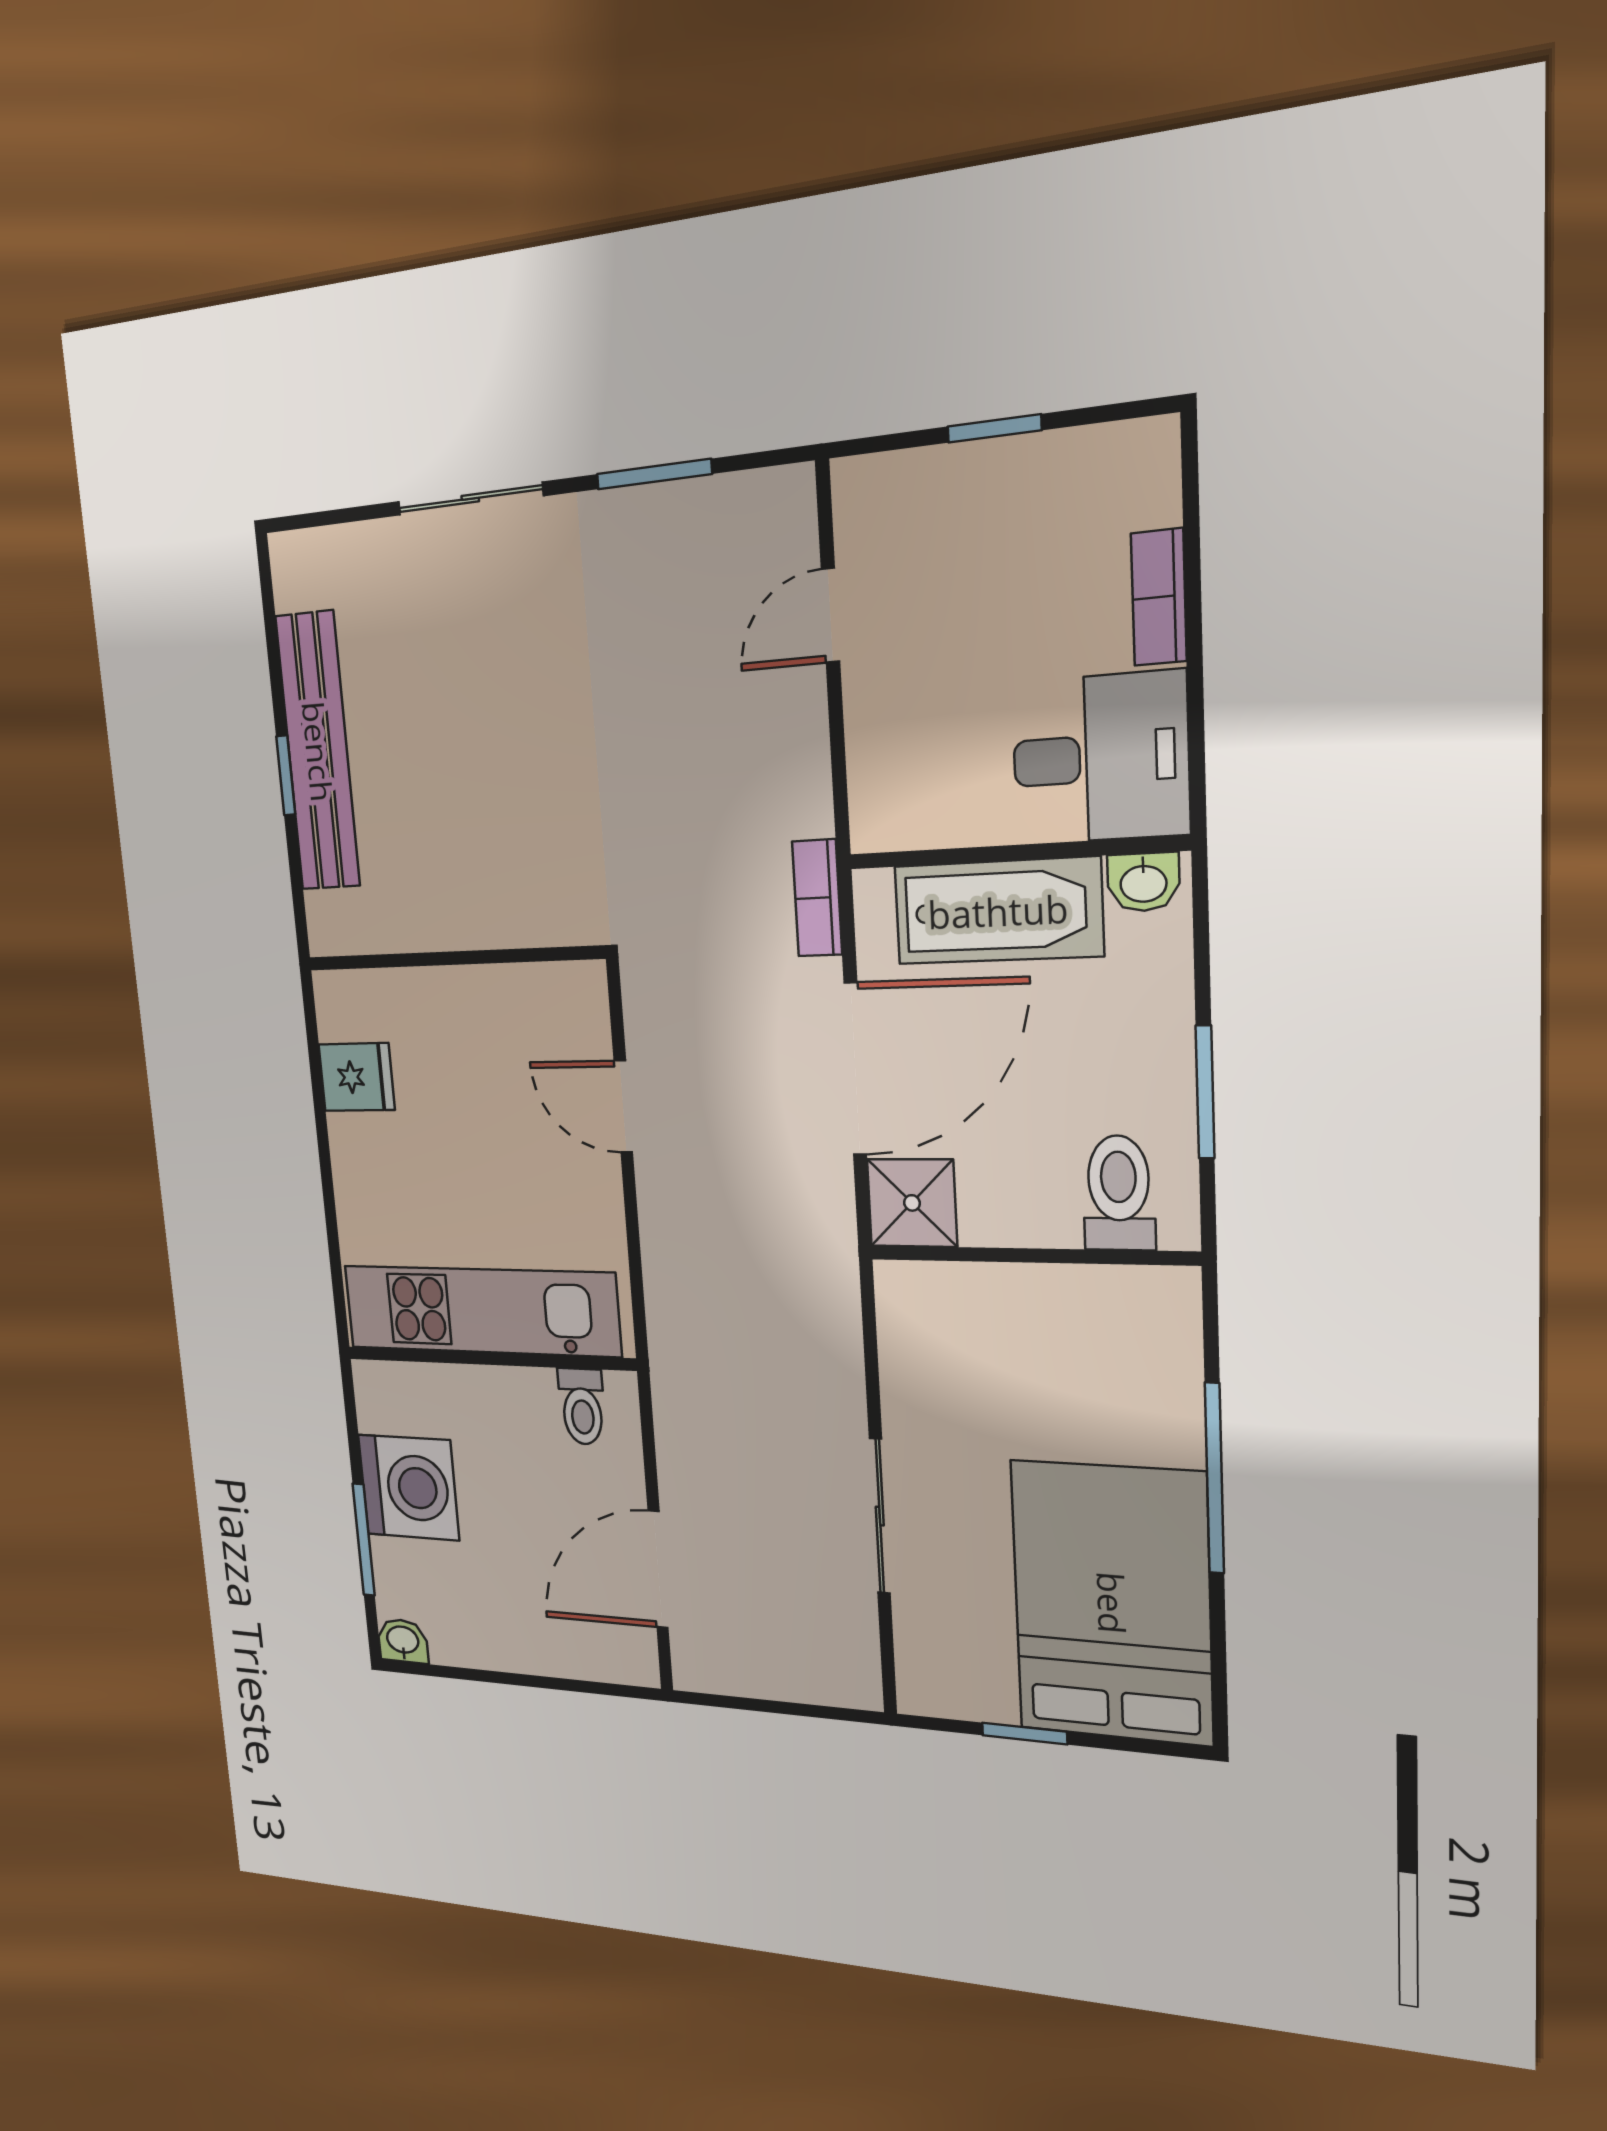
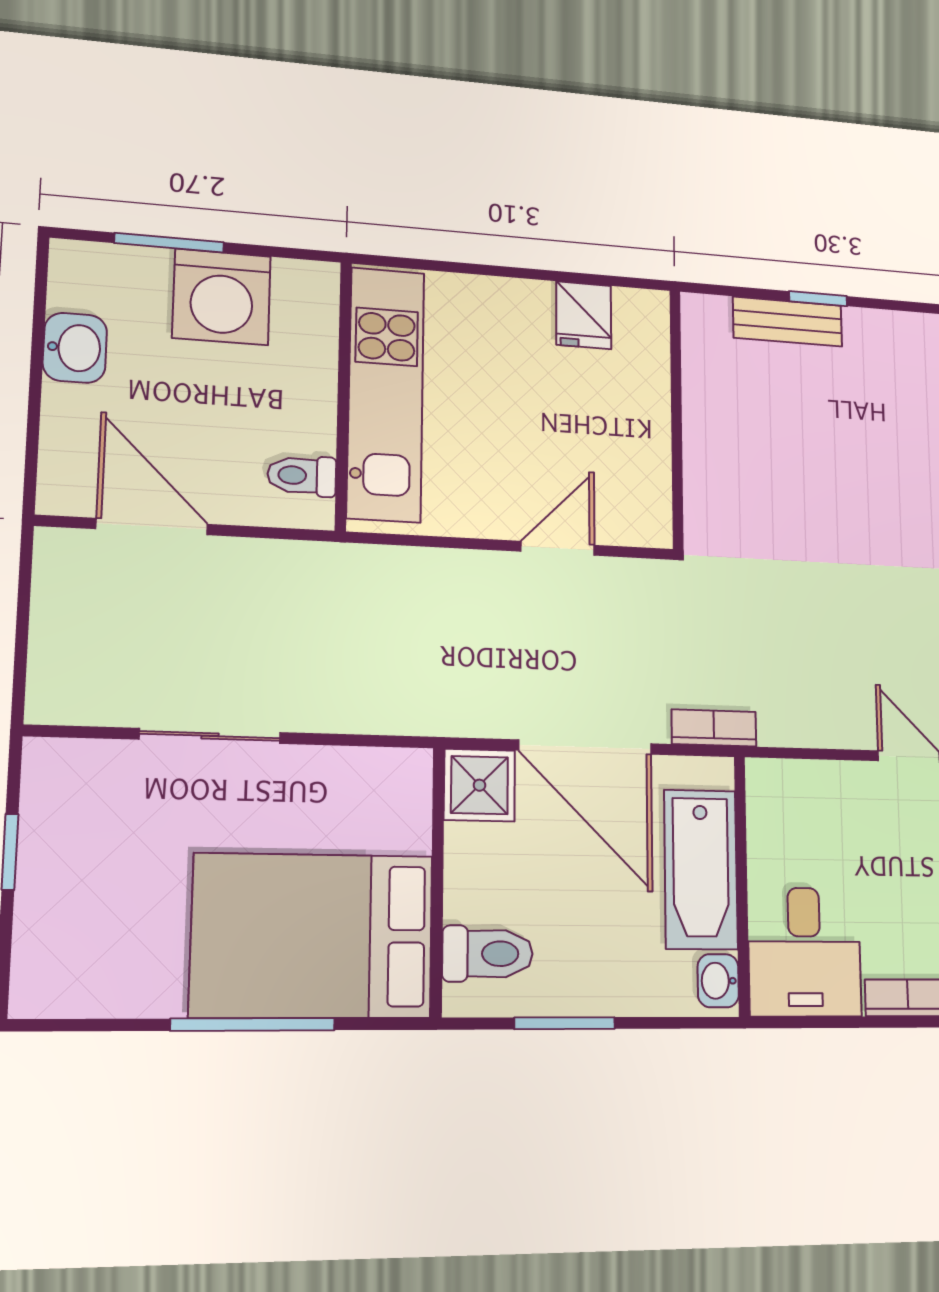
bench: (318, 752) -> (788, 322), width x0.54, depth x0.82
bed: (1112, 1603) -> (313, 936), moved, turned 180
washbasin: (403, 1641) -> (75, 348), moved, width x1.38, depth x1.45

